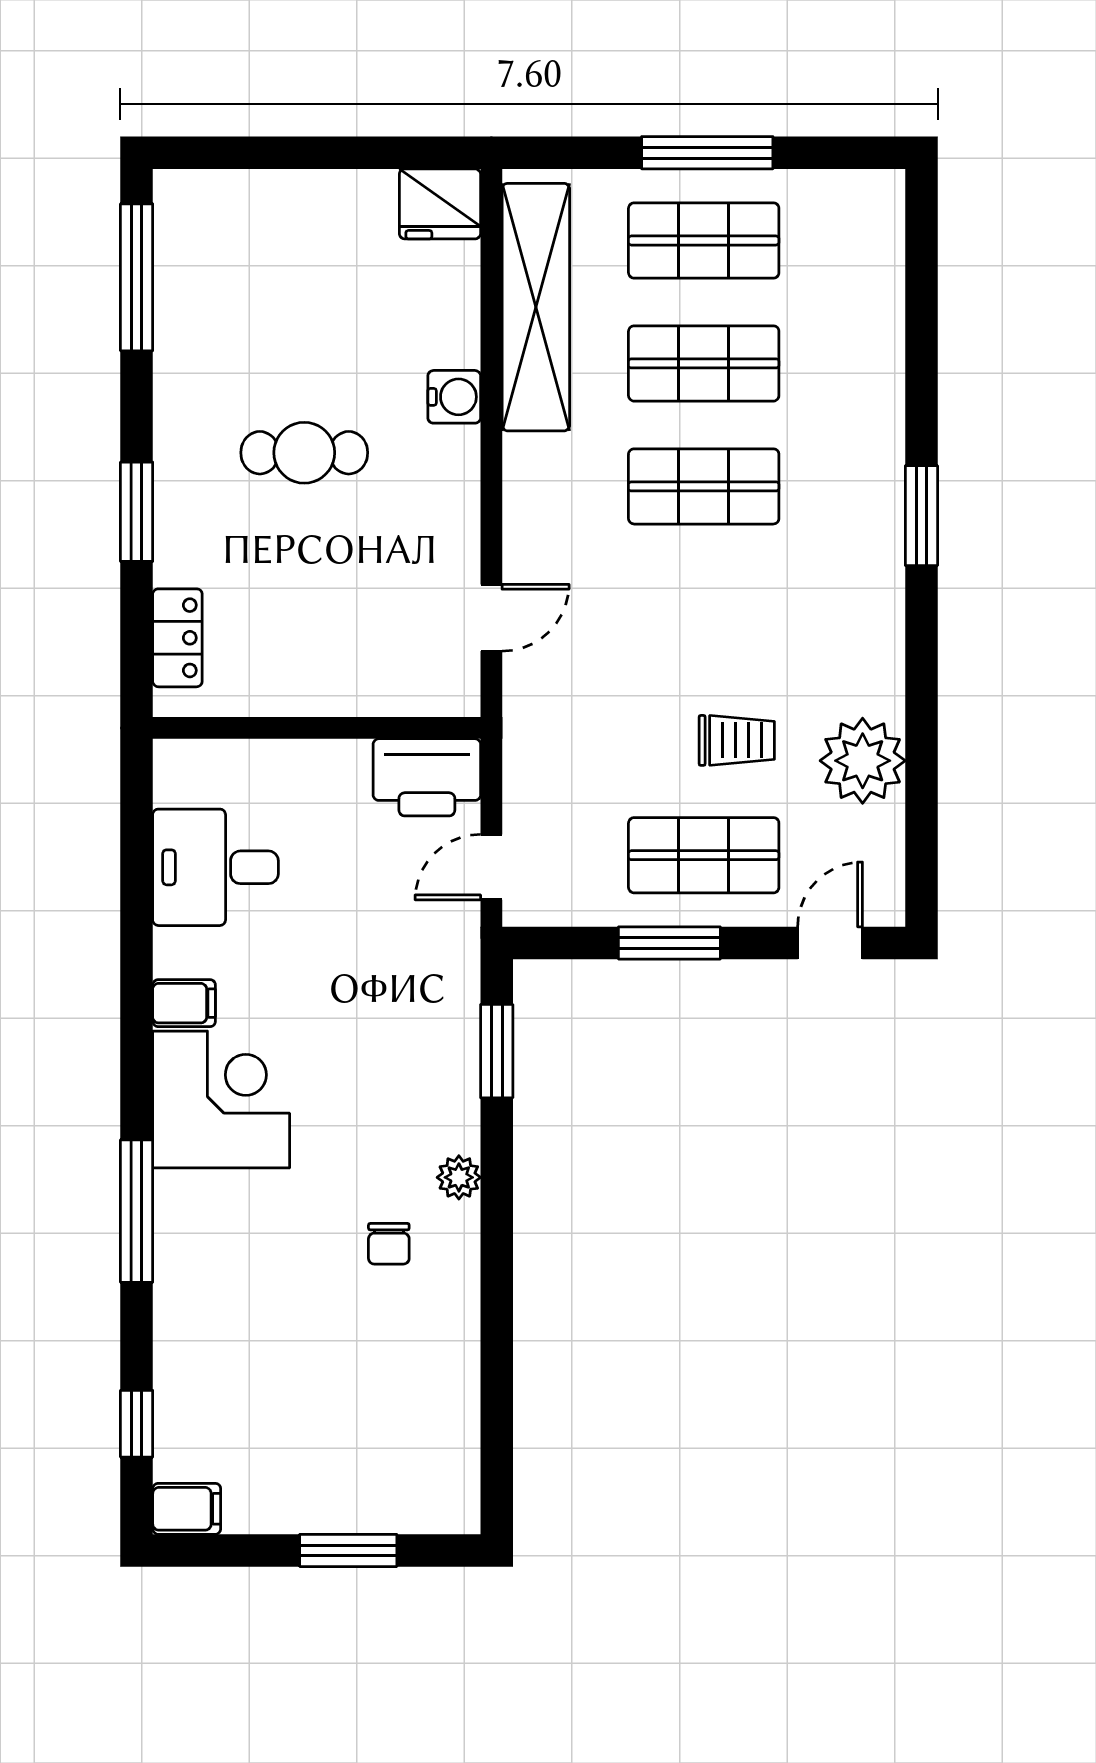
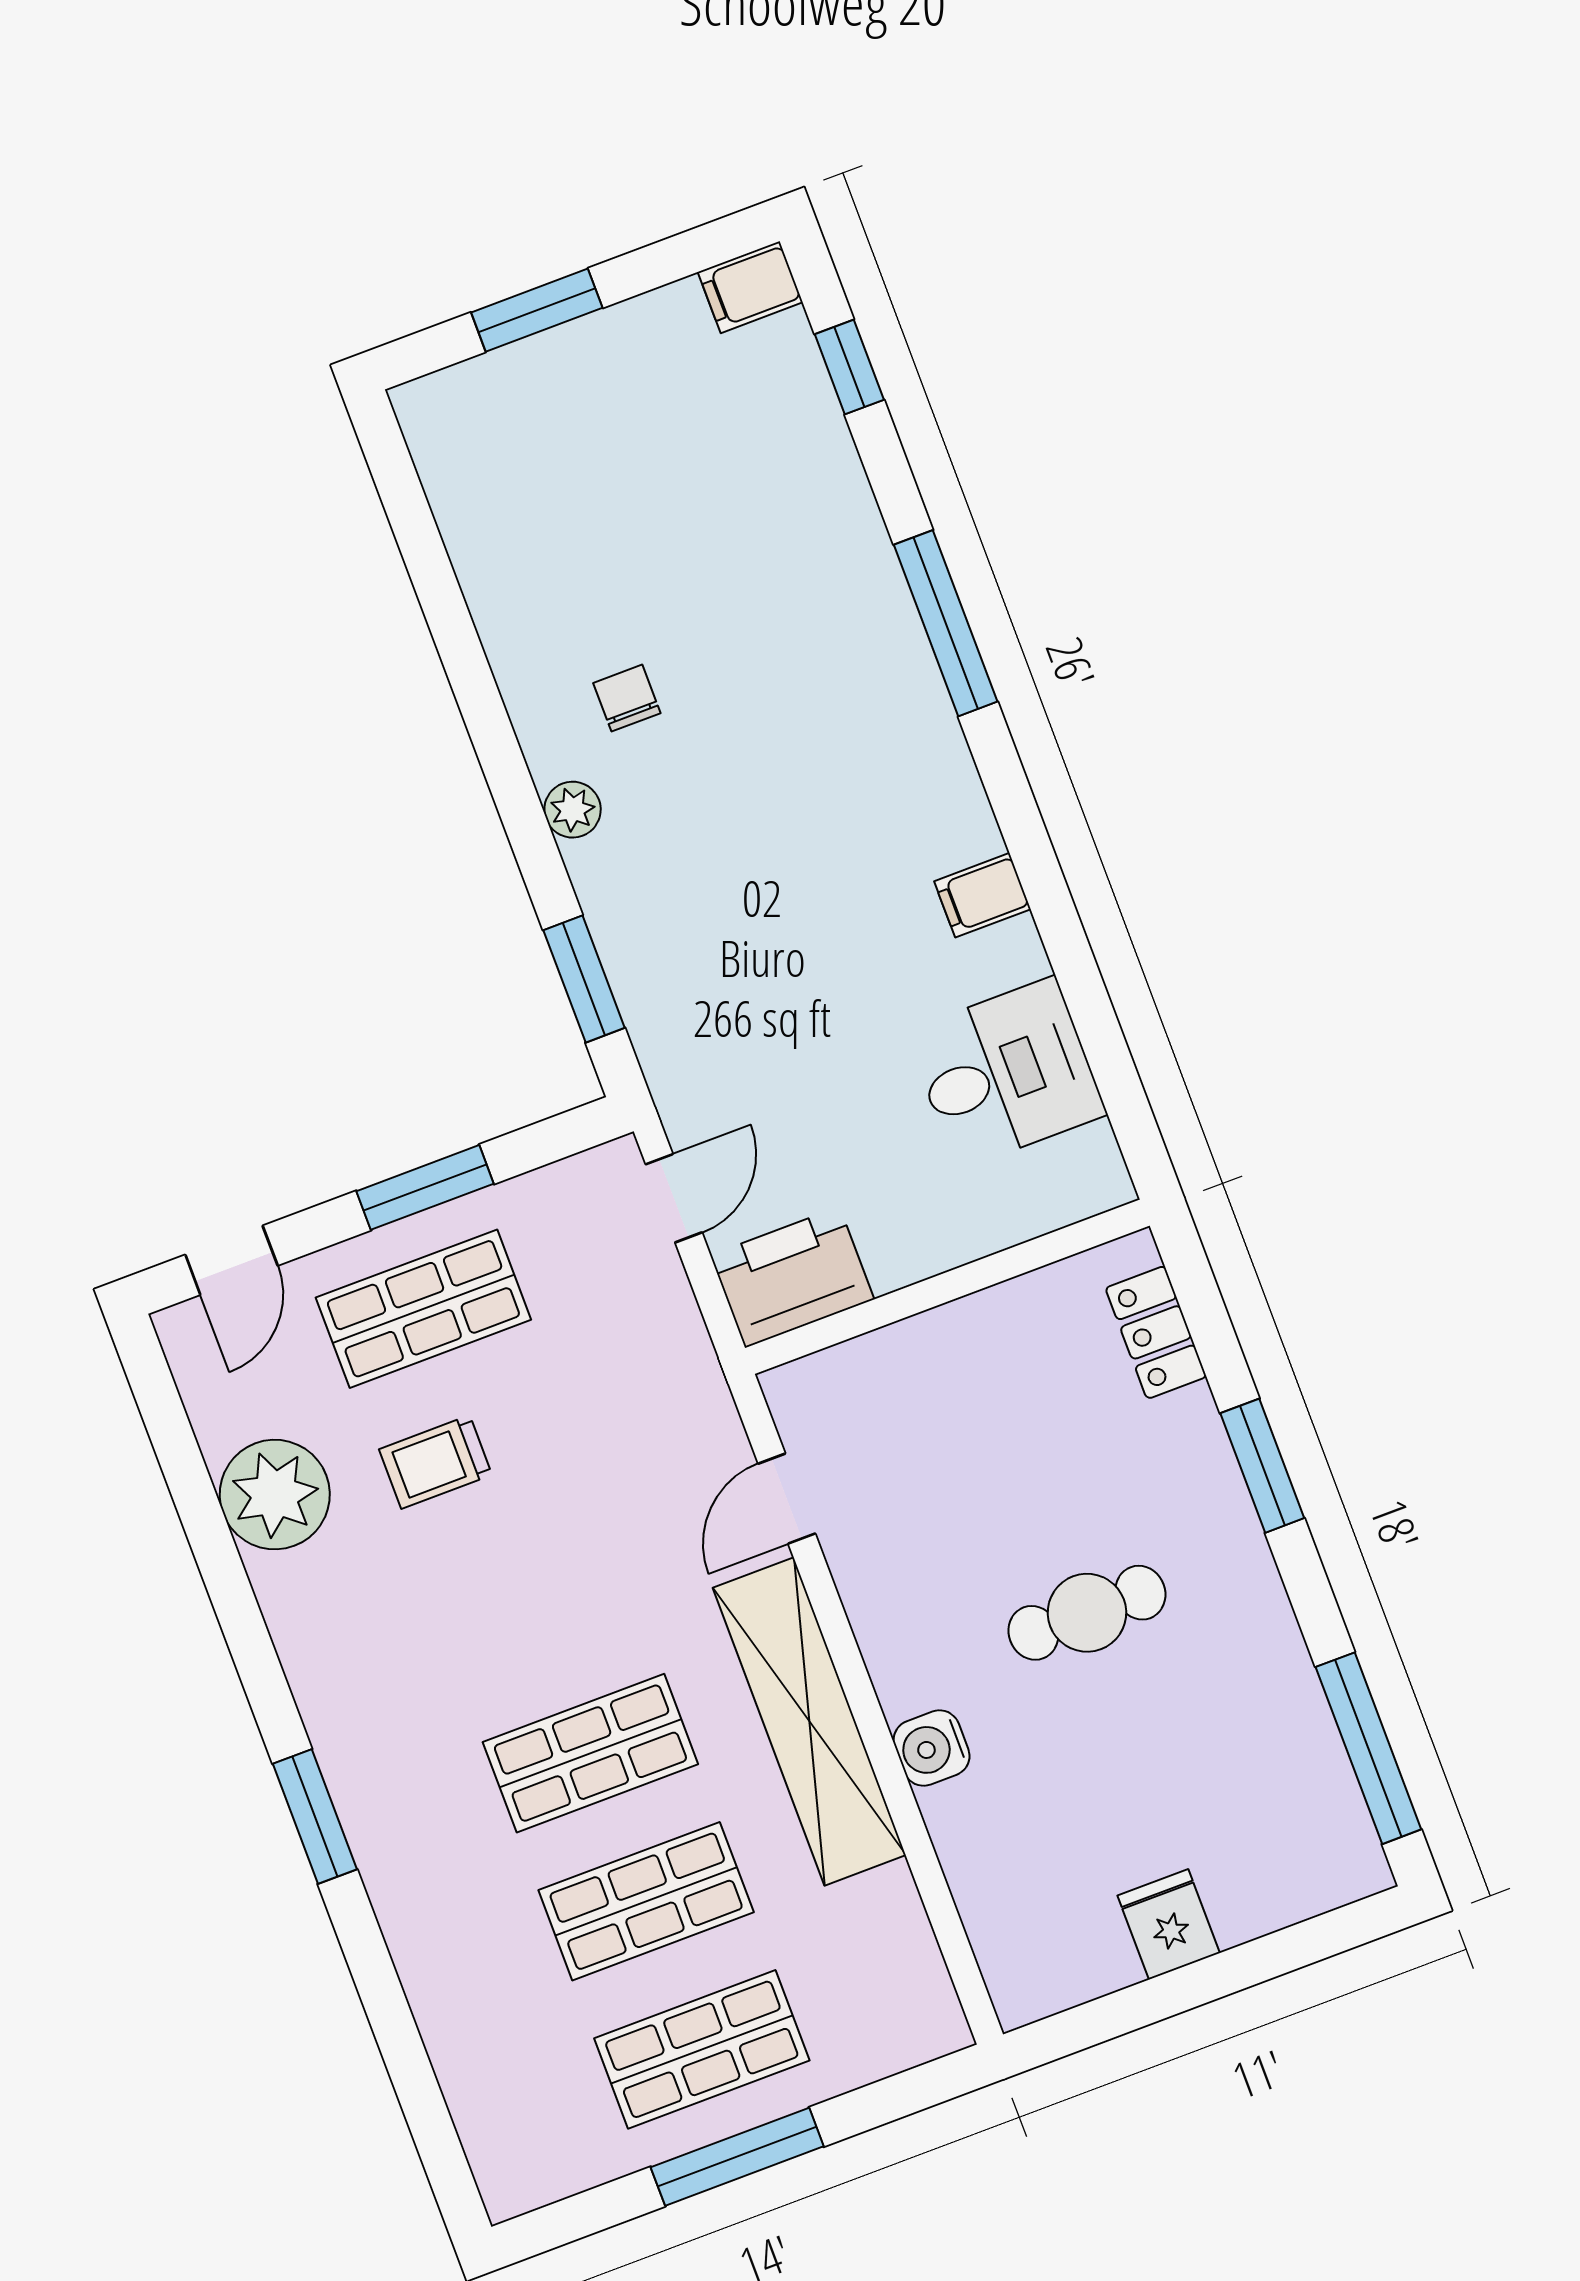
fridge: (440, 204) -> (1169, 1924), moved, width x0.72
shelving: (536, 307) -> (809, 1721), moved
corner desk: (221, 1099) -> (894, 796), removed

